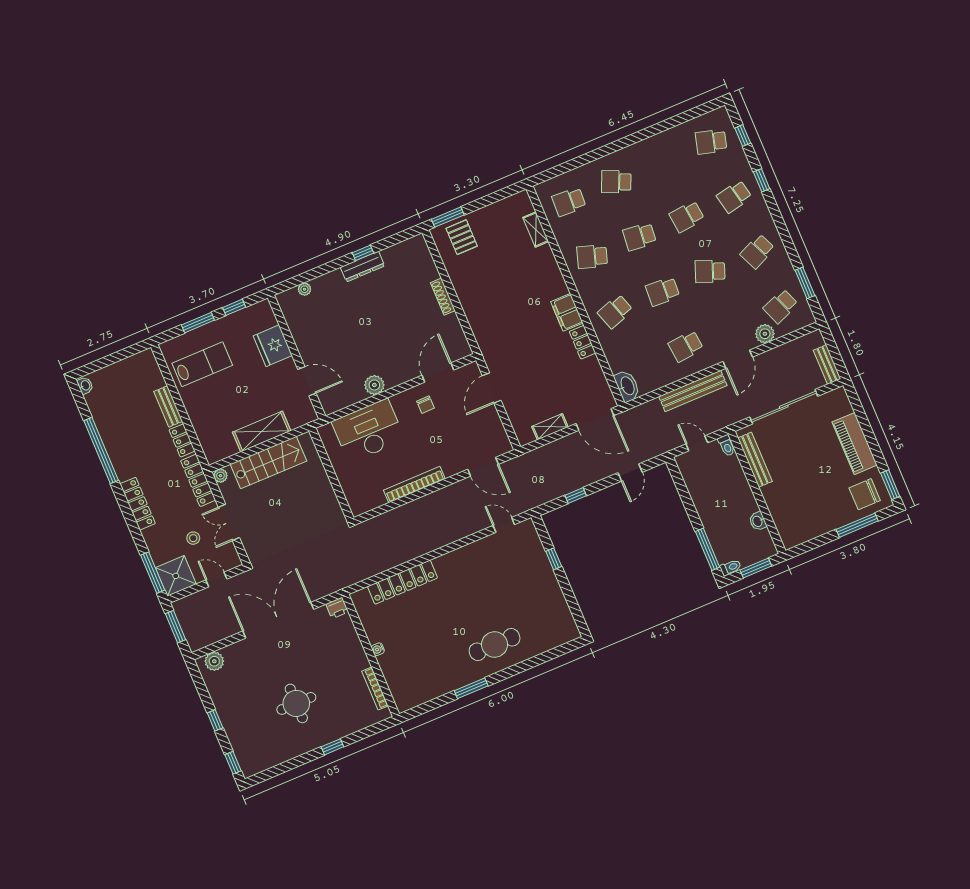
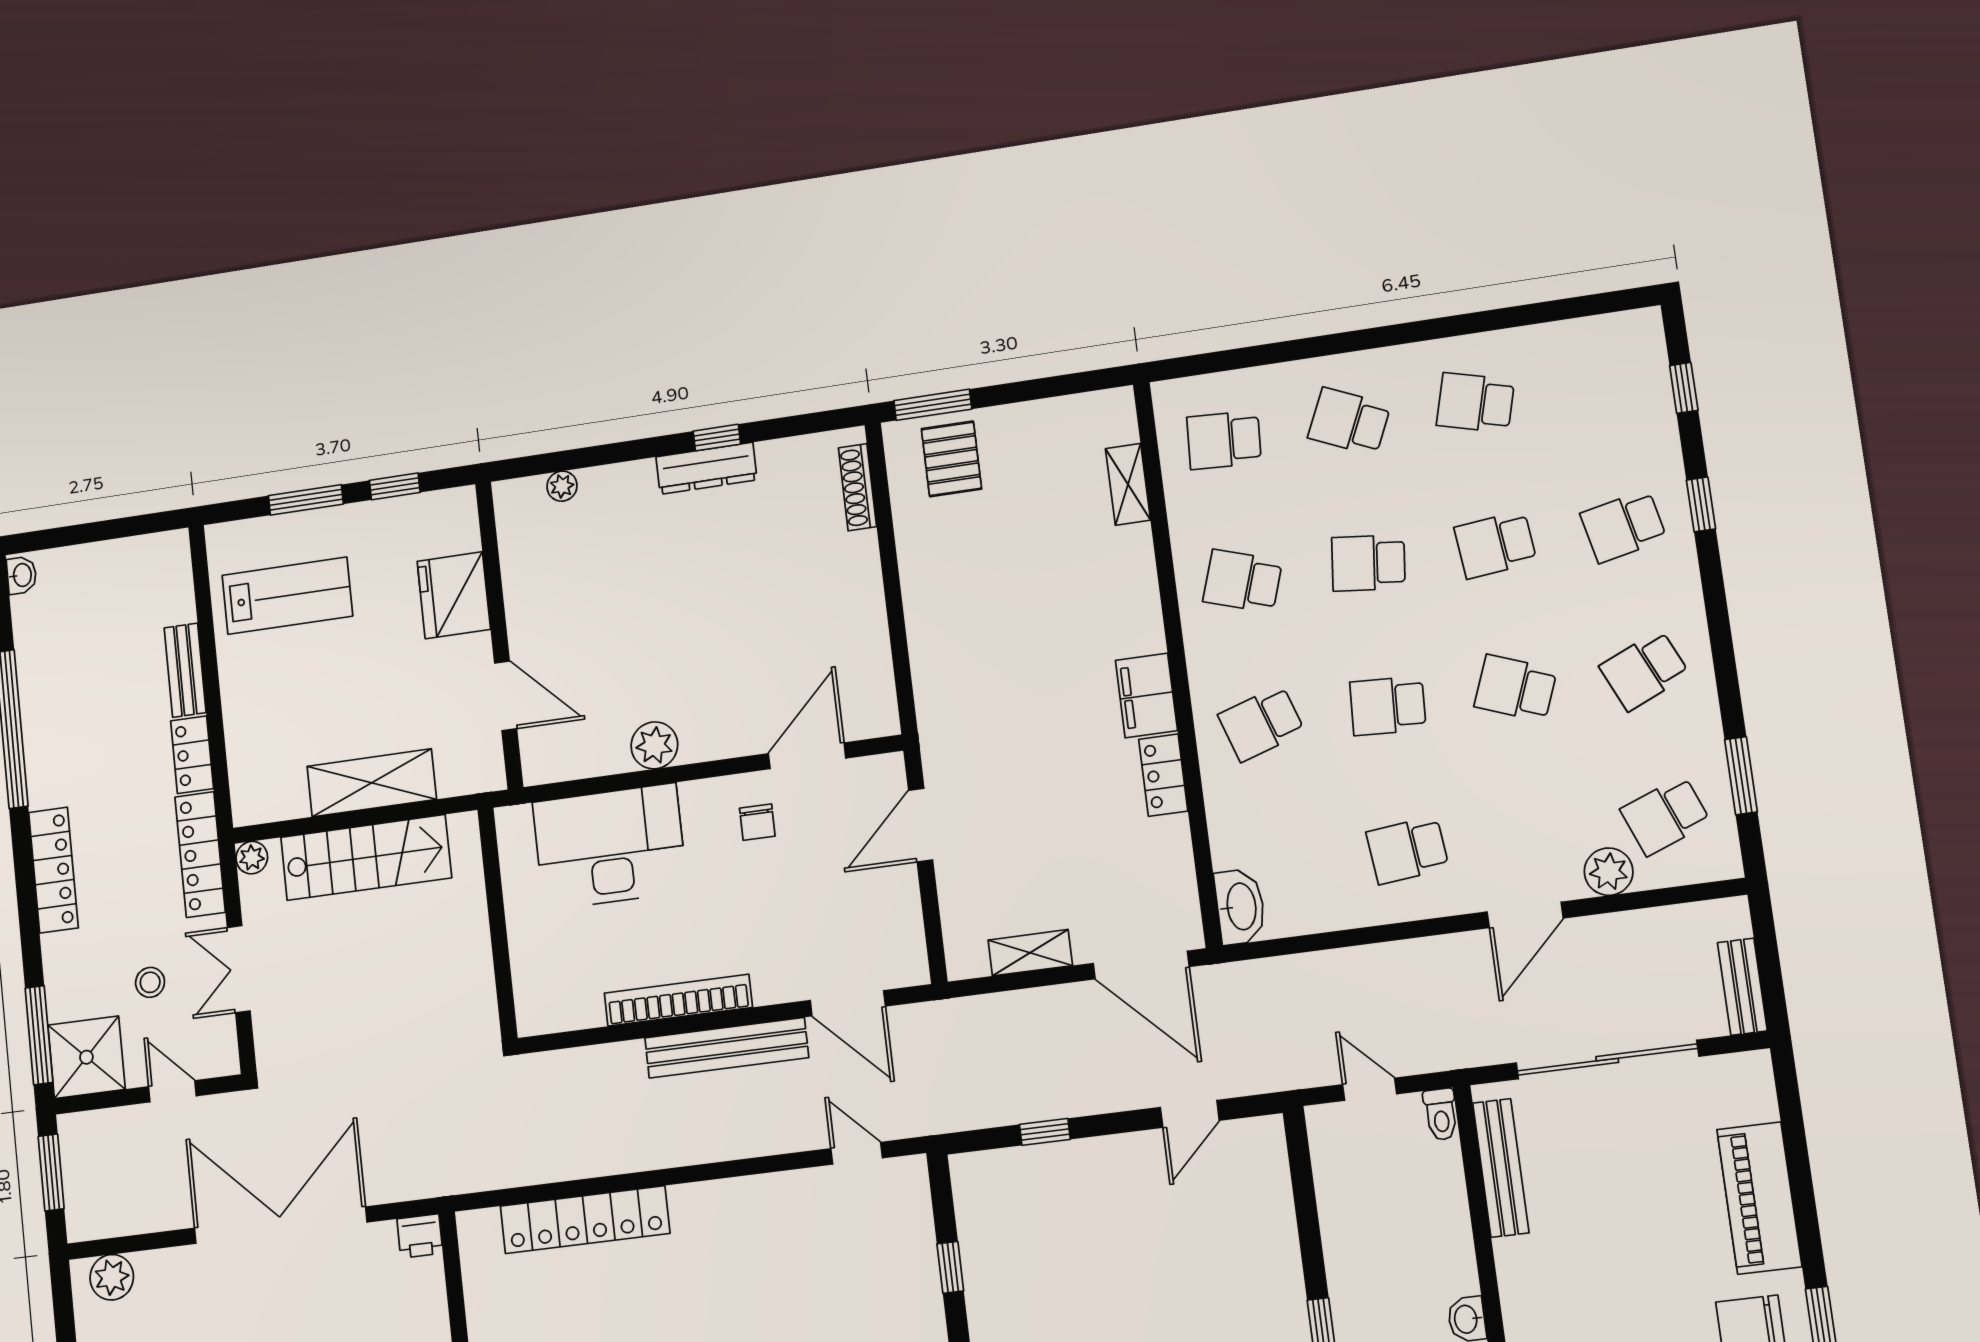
school desk: (711, 142) -> (1475, 403), moved
shoe rack: (443, 297) -> (857, 487), moved
bench: (693, 391) -> (727, 1048), moved

